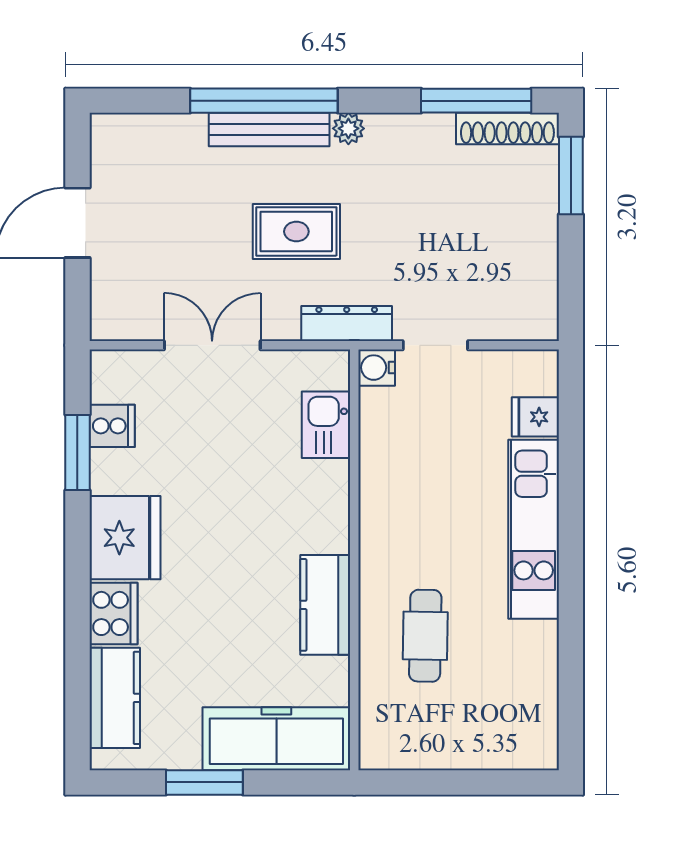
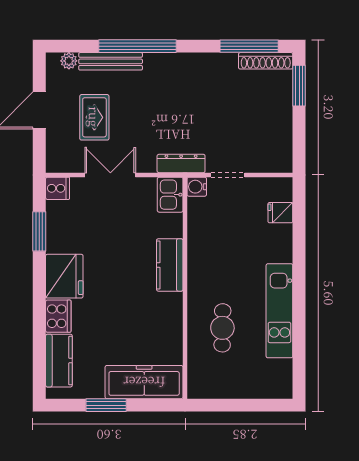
plant: (348, 128) -> (69, 61), moved
bench: (269, 129) -> (111, 61), moved
rug: (296, 232) -> (94, 117), moved, turned 90
kitchen sink: (326, 425) -> (170, 195), moved
cooker: (112, 426) -> (58, 188), moved
kitchen unit: (534, 529) -> (279, 311), moved
kitchen counter: (325, 605) -> (170, 265), moved

